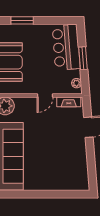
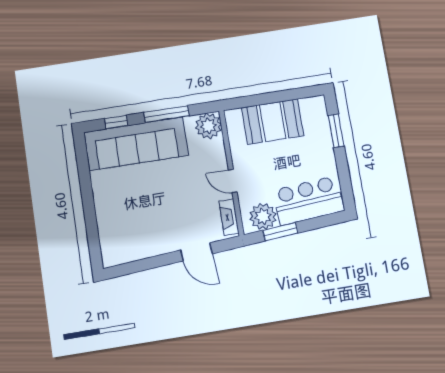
window: (83, 58) -> (280, 232), moved
plant: (77, 83) -> (263, 216), width x1.88, depth x1.88

